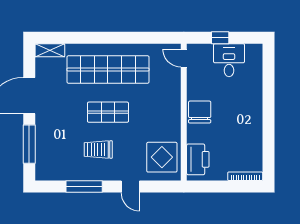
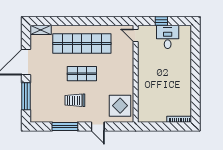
chair: (200, 112) -> (147, 74), removed
printer: (198, 159) -> (146, 107), removed

